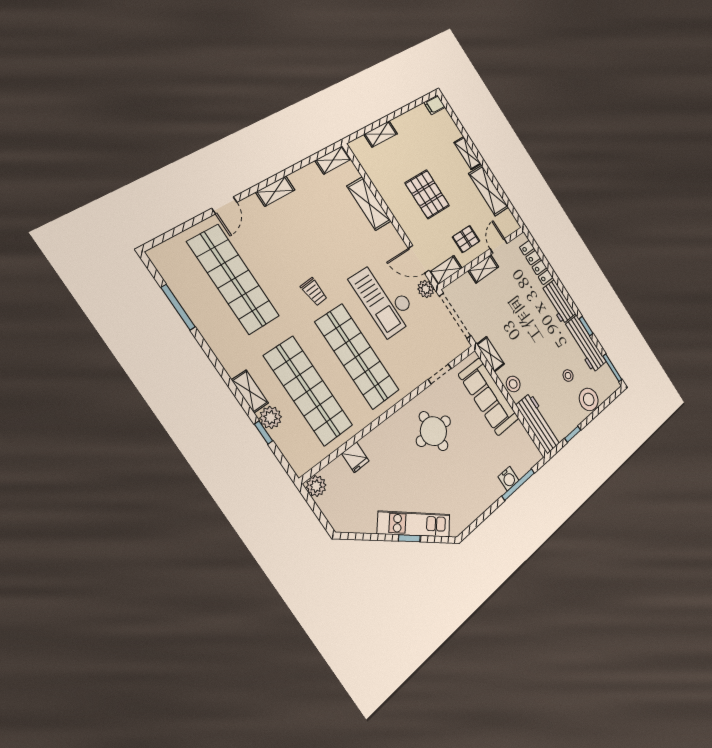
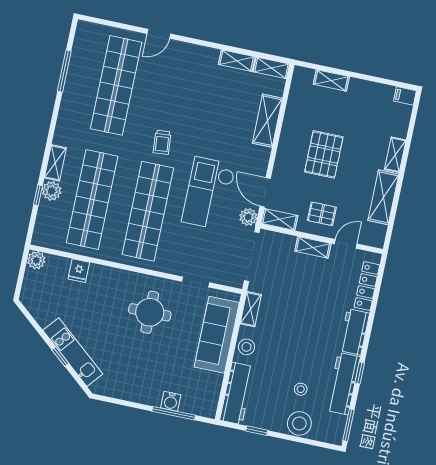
shelving: (275, 191) -> (237, 61), moved

